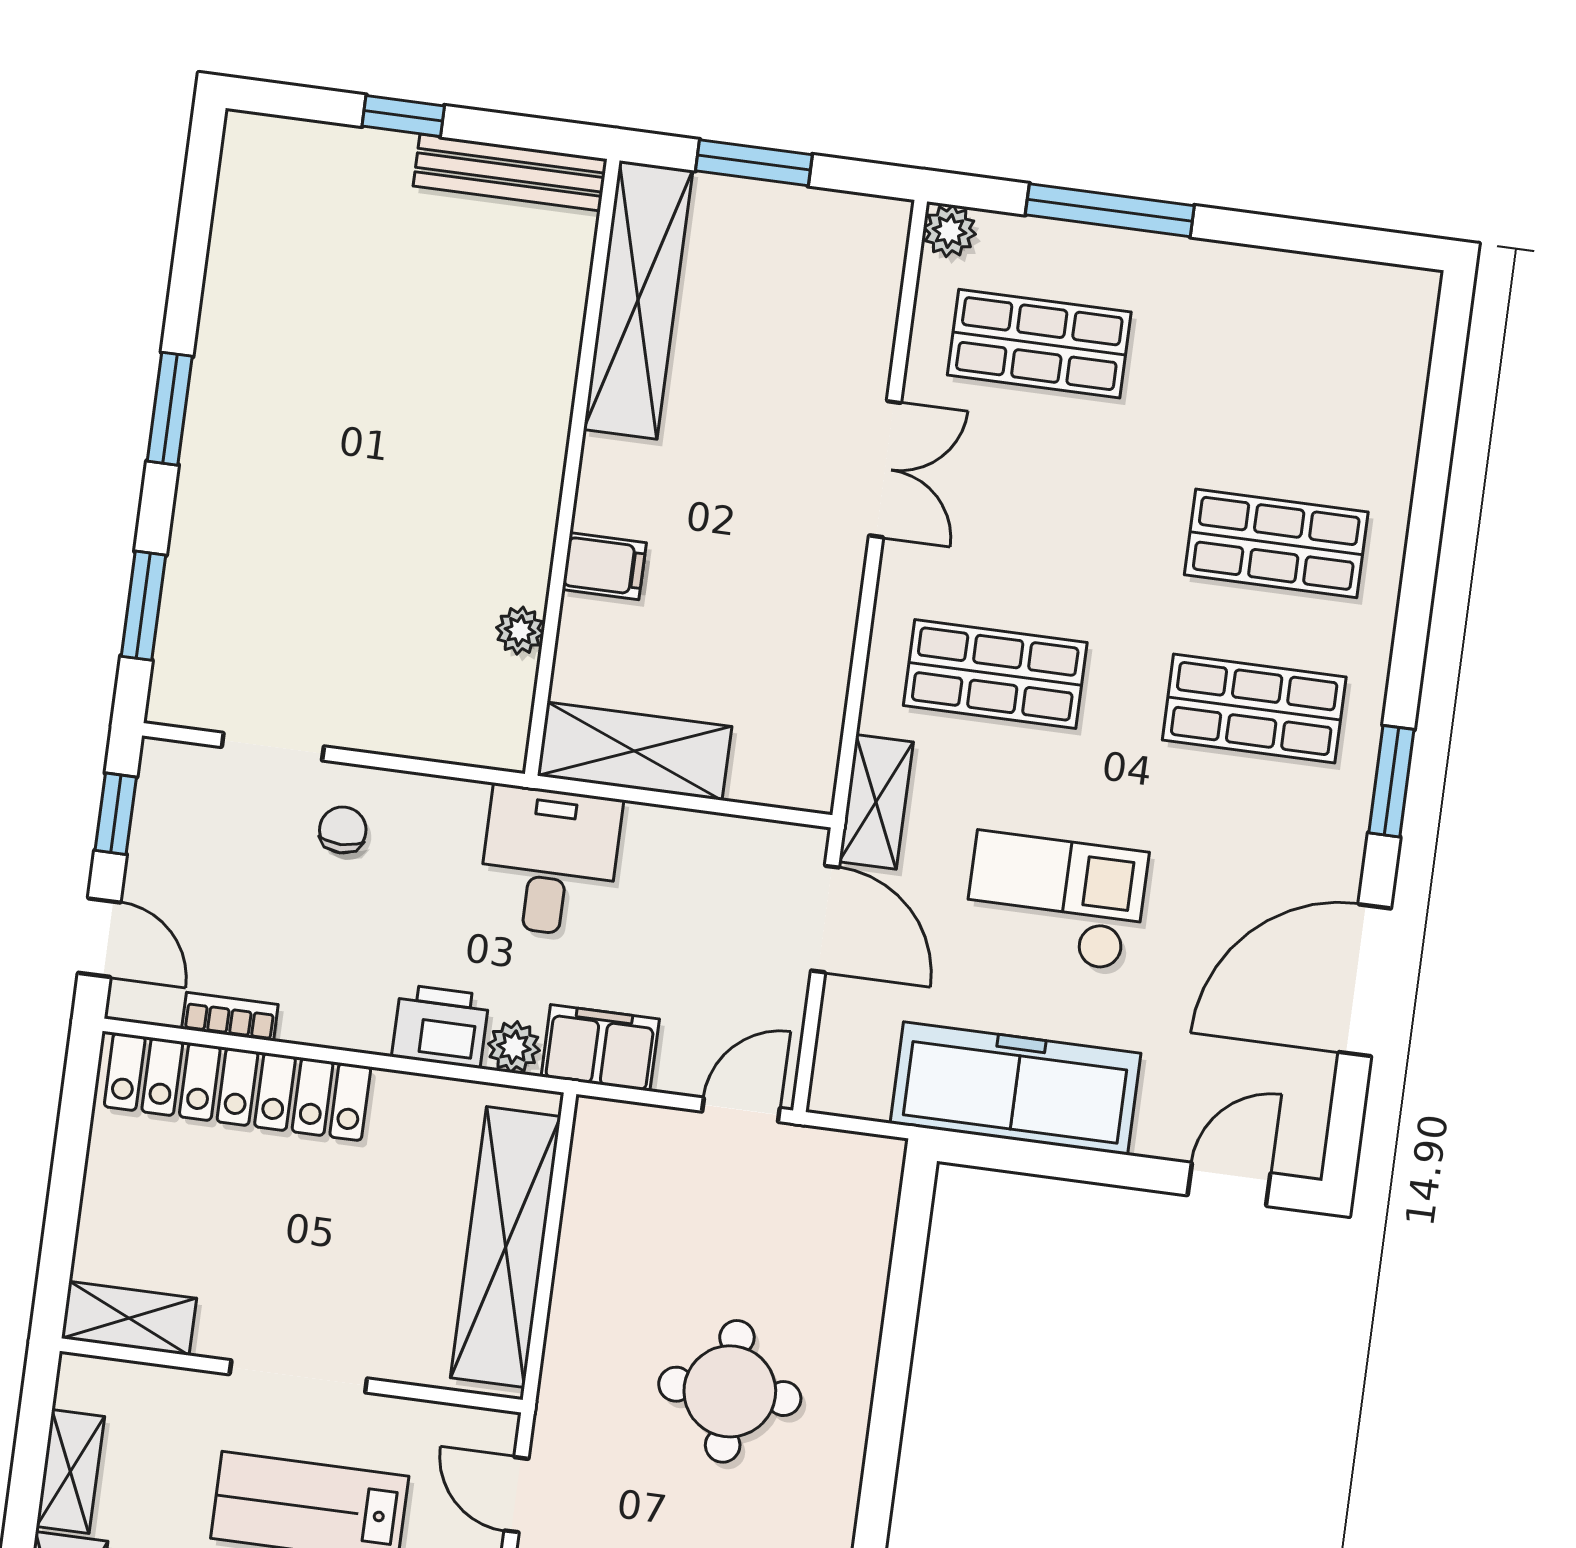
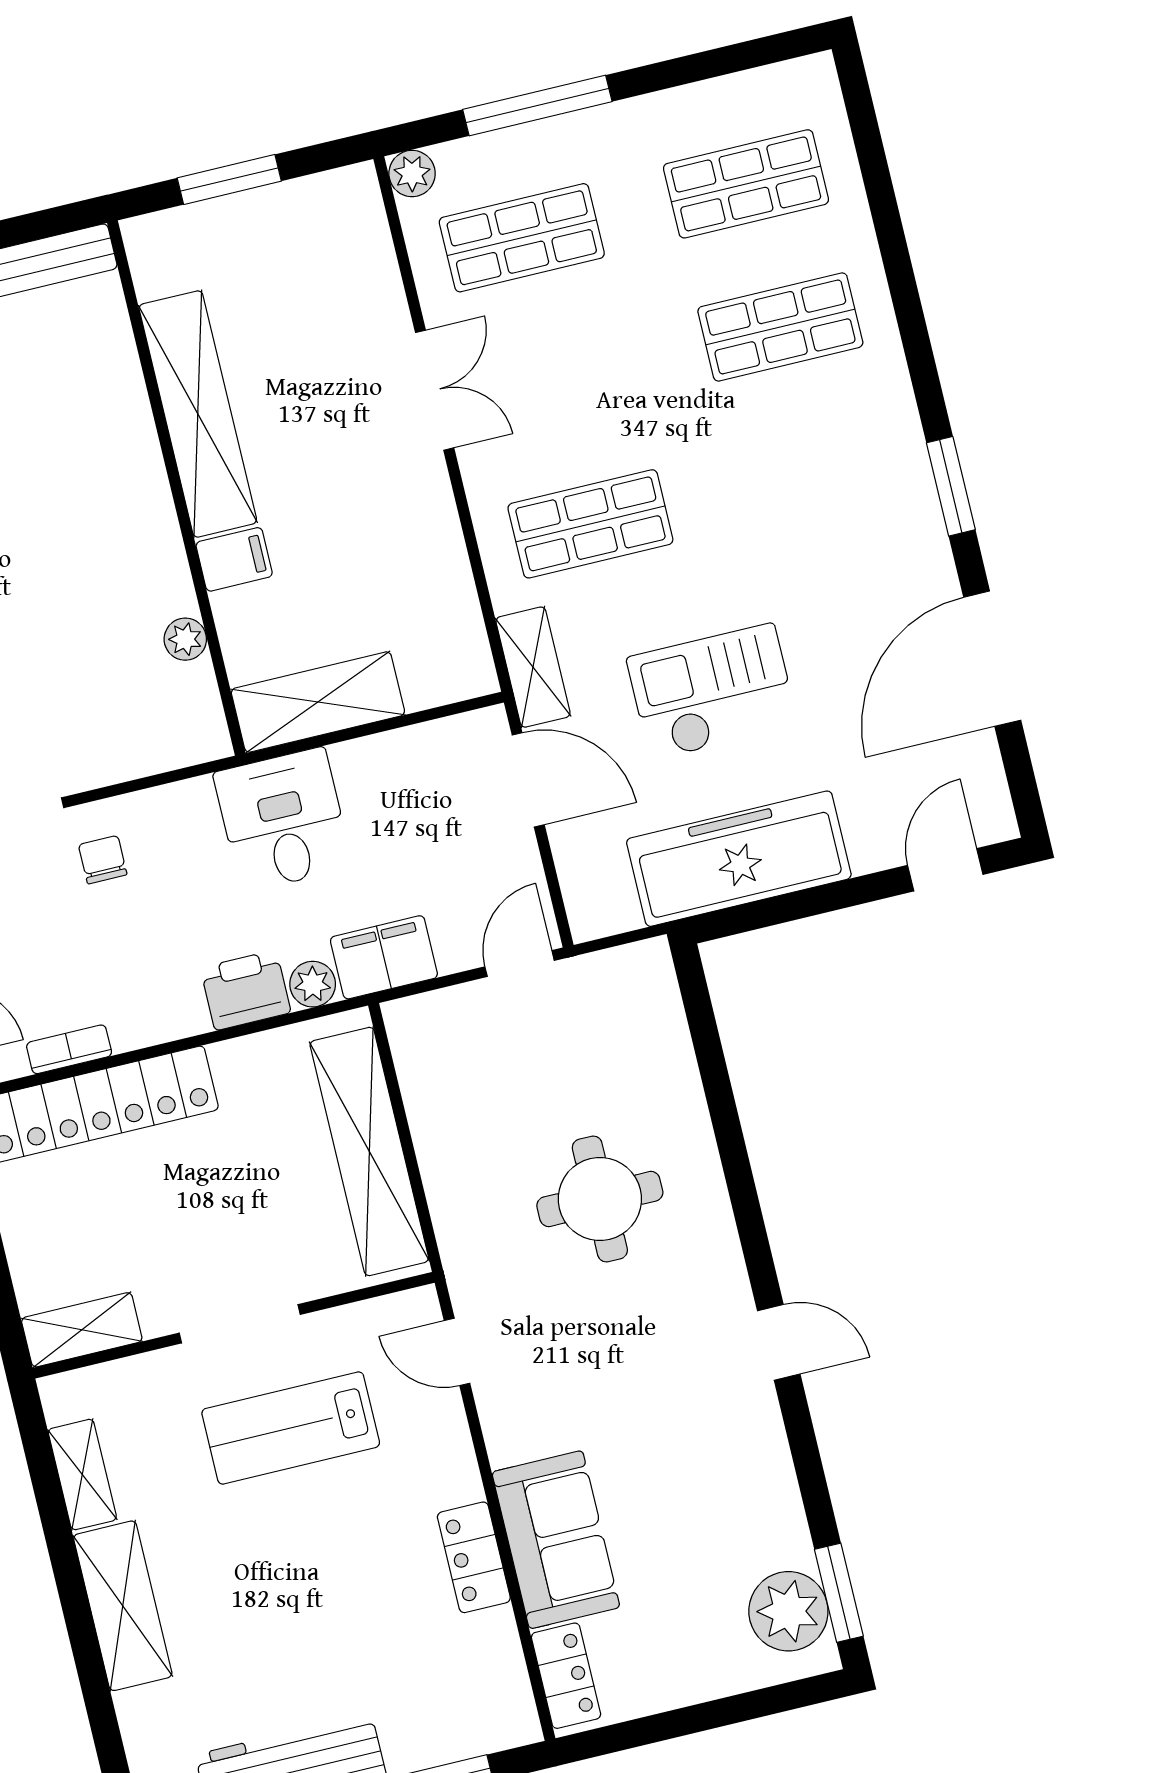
shelving: (638, 300) -> (198, 414), moved
shop shelf: (1254, 709) -> (746, 184), moved

